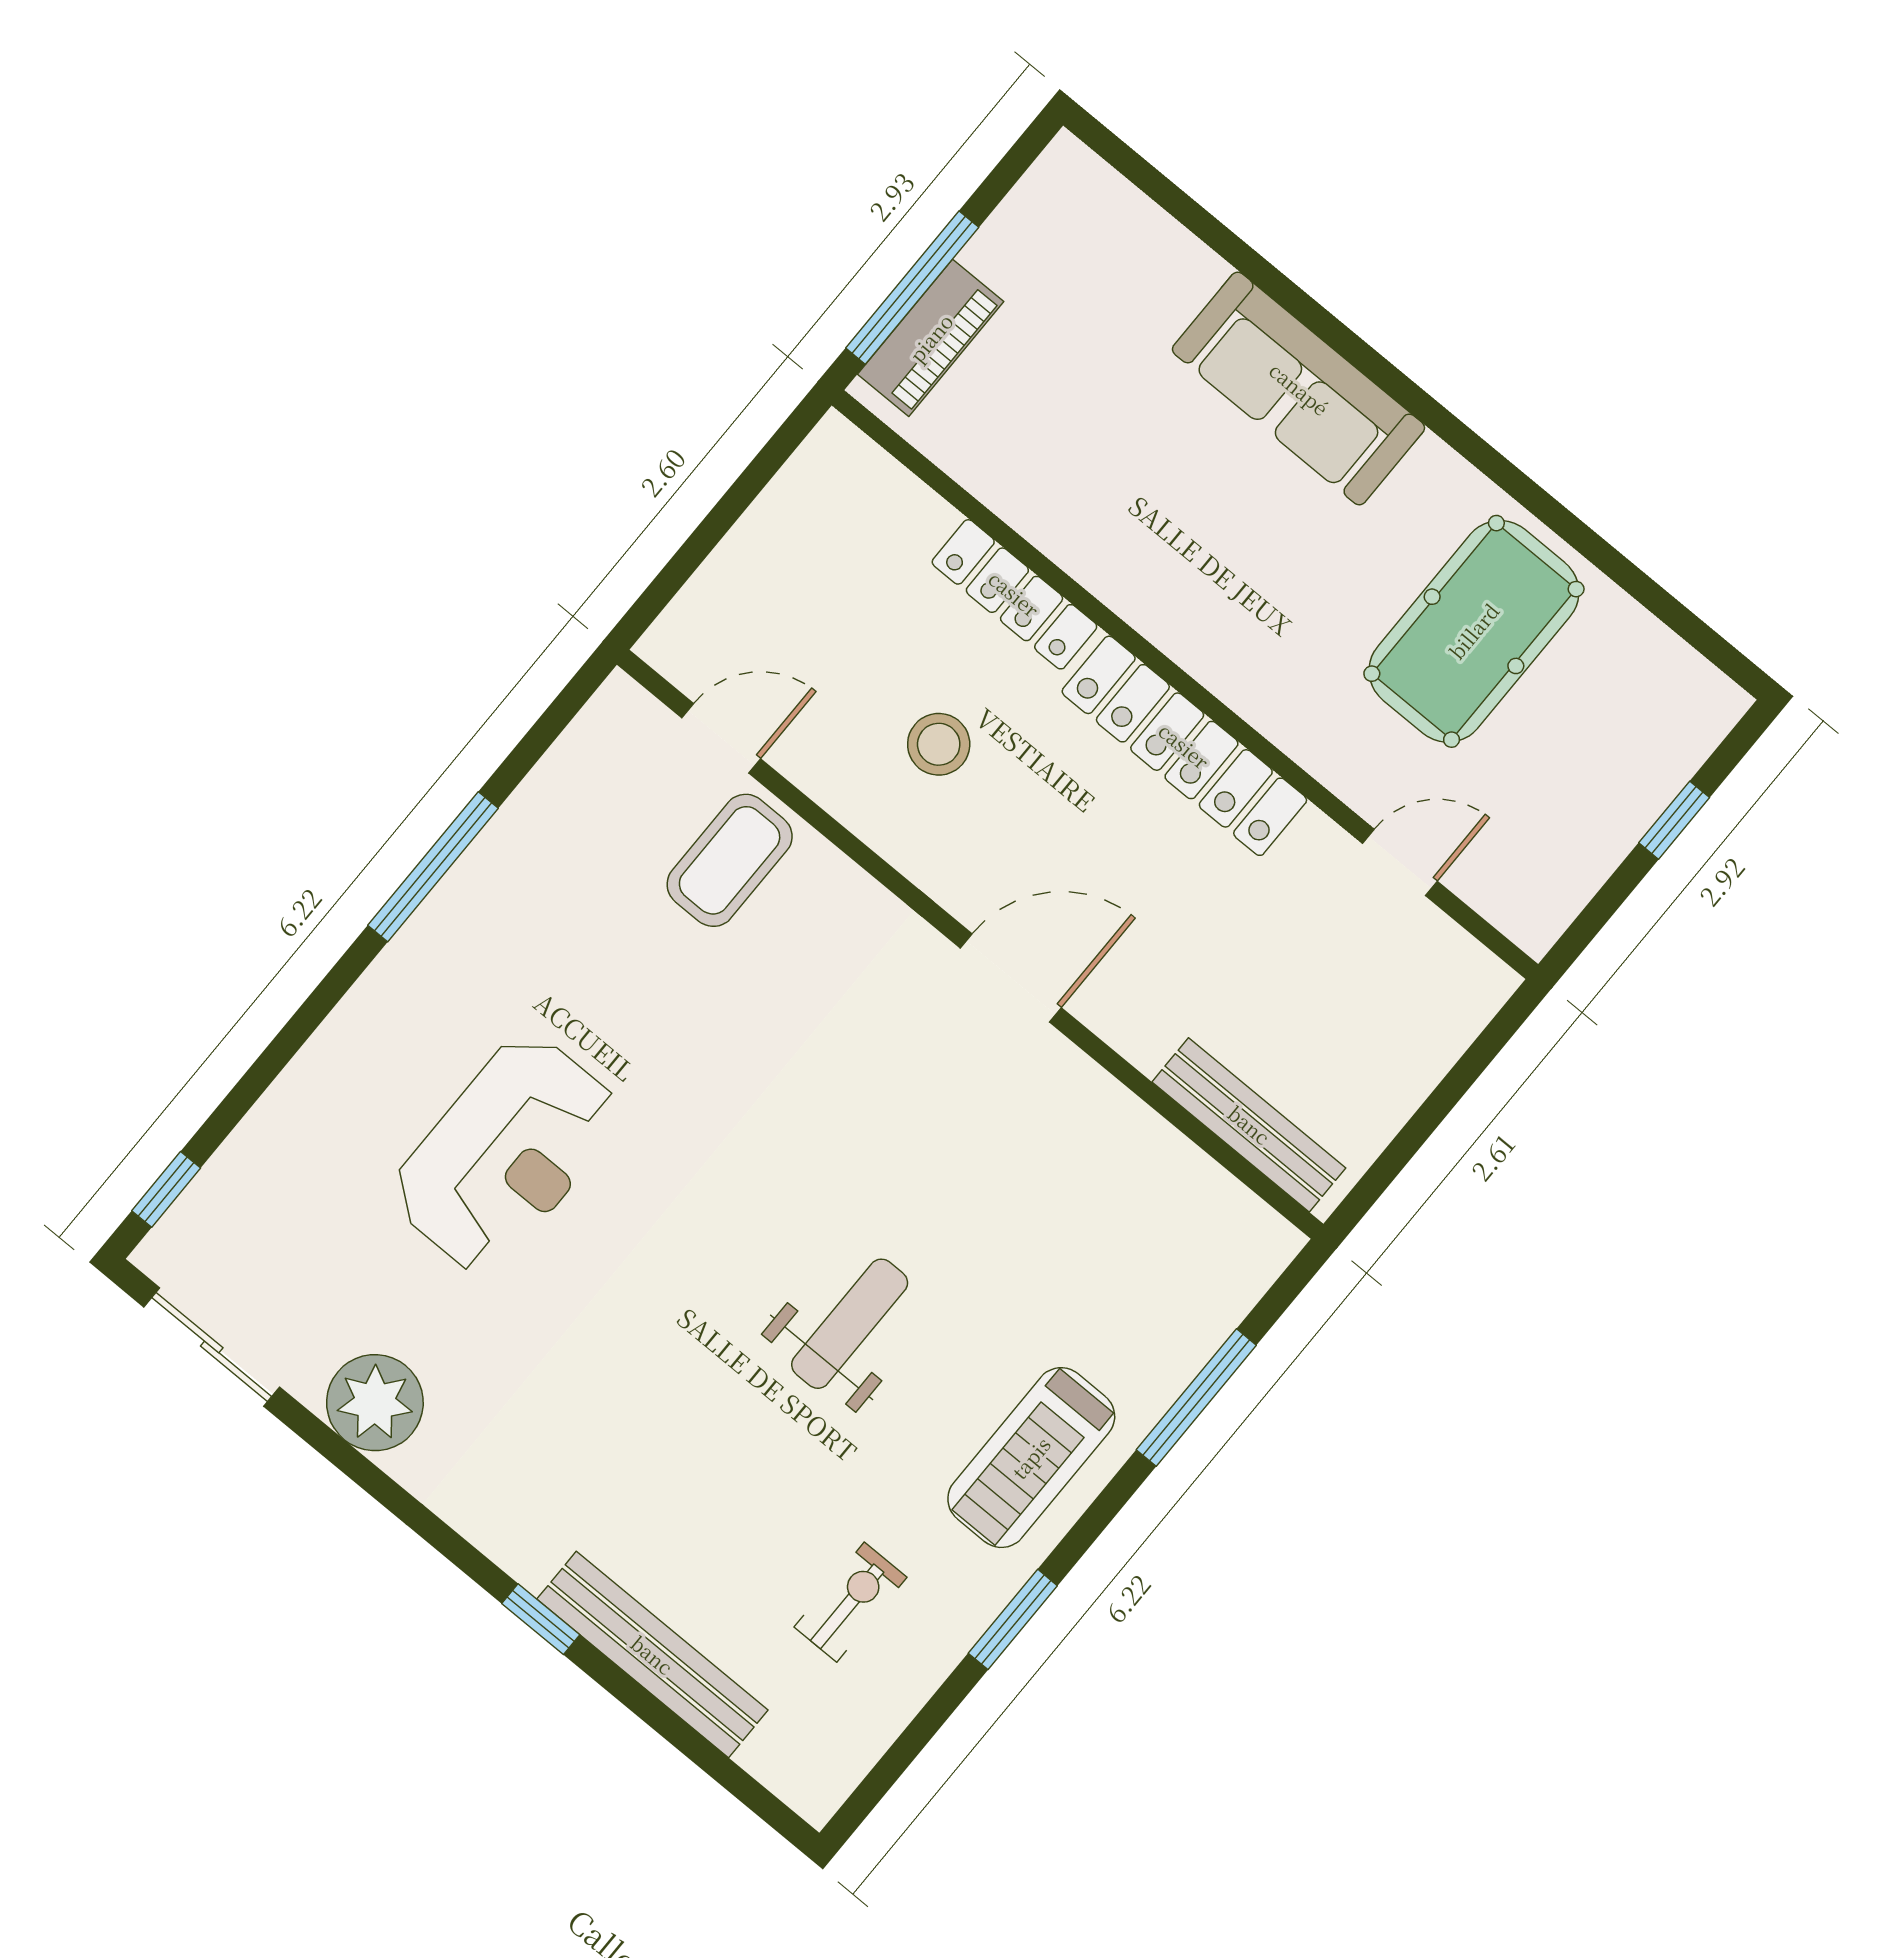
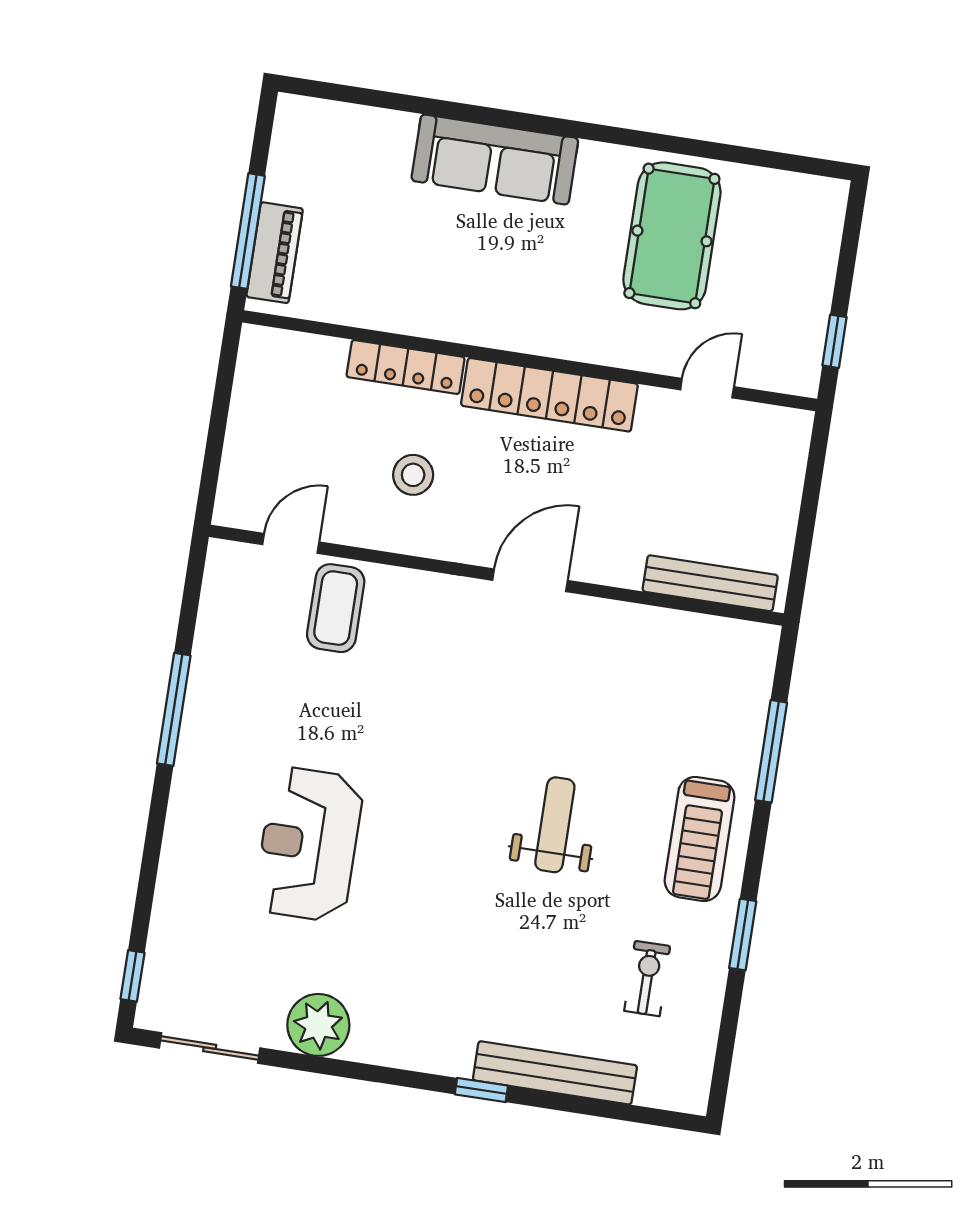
window: (1674, 820) -> (835, 341), moved
reception desk: (506, 1154) -> (309, 844), turned 180

